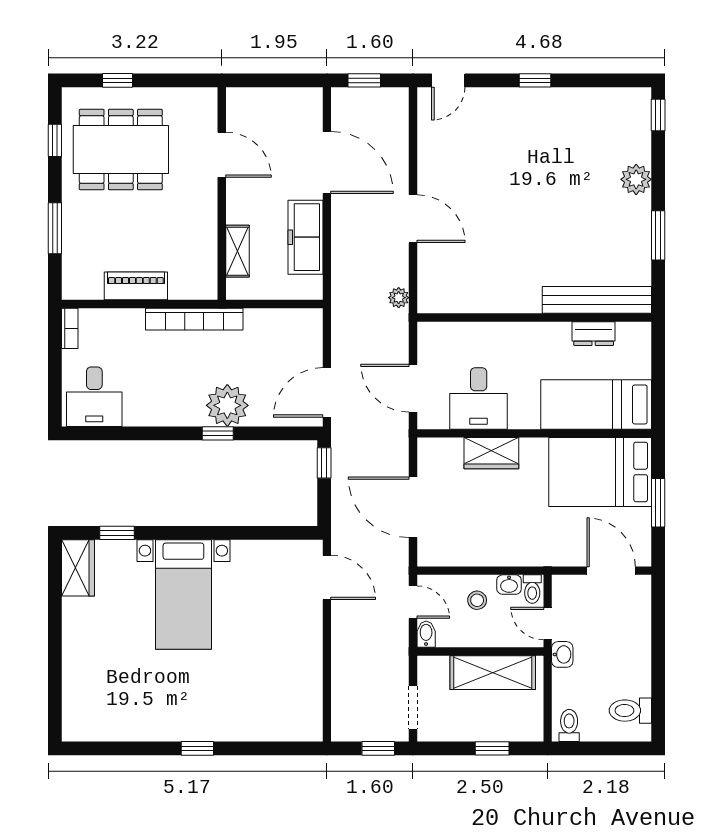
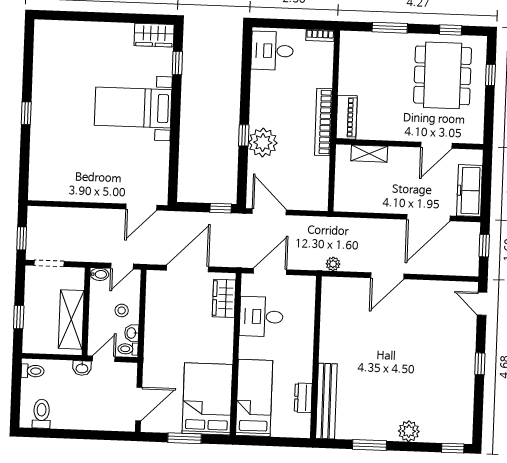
freezer: (306, 237) -> (470, 191), moved, turned -90
piano: (136, 286) -> (347, 117), moved
wardrobe: (491, 453) -> (224, 298), moved

